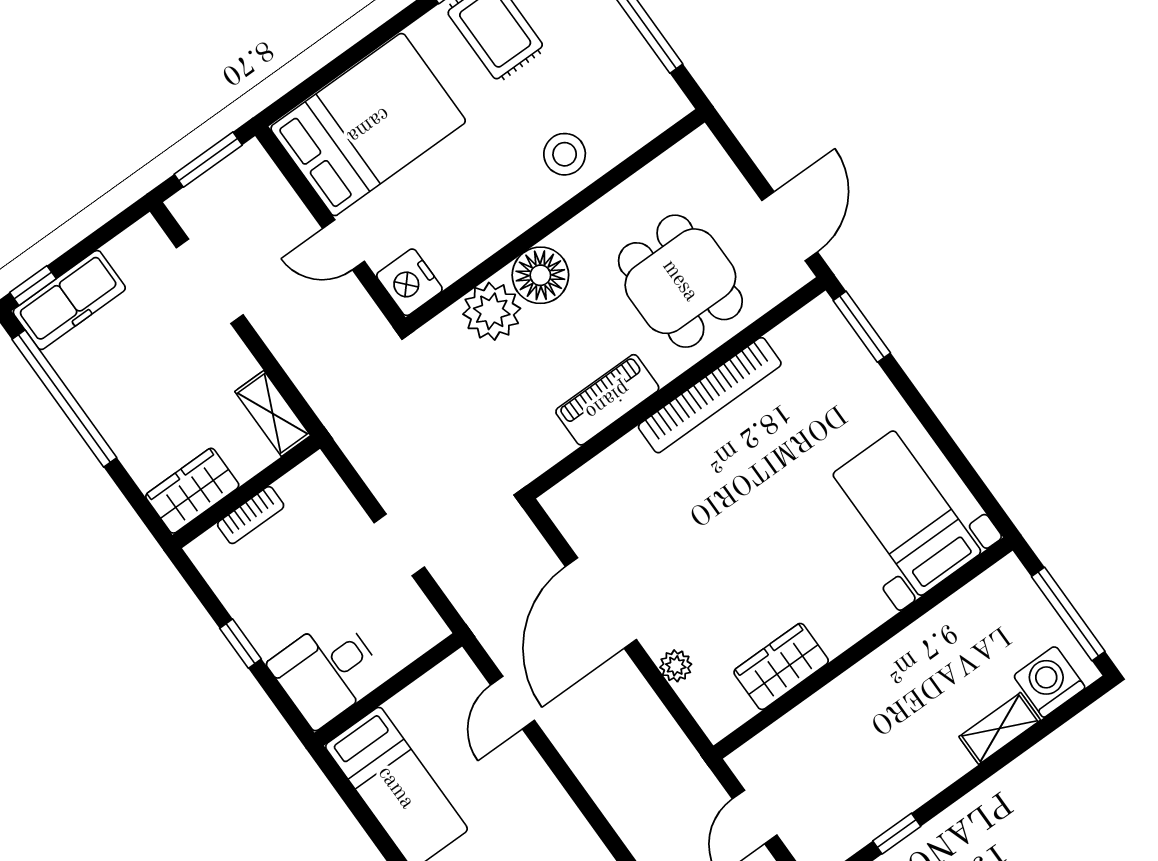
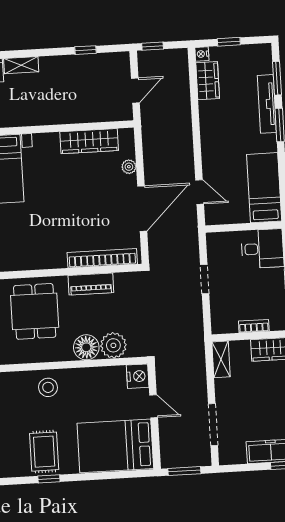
bookcase: (710, 395) -> (102, 258), moved
wardrobe: (781, 666) -> (89, 141), width x1.50
door: (513, 703) -> (200, 192), hinge flipped

